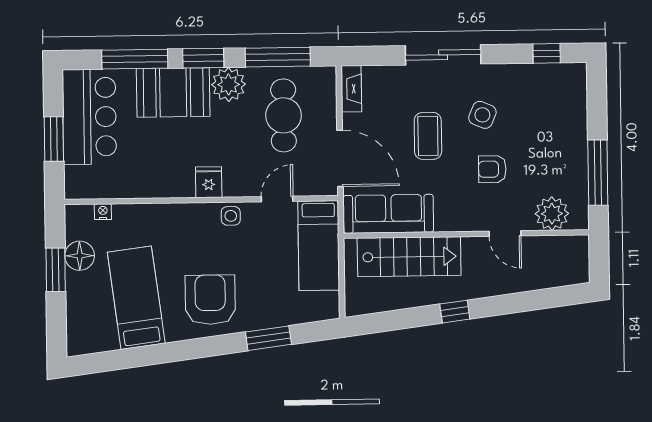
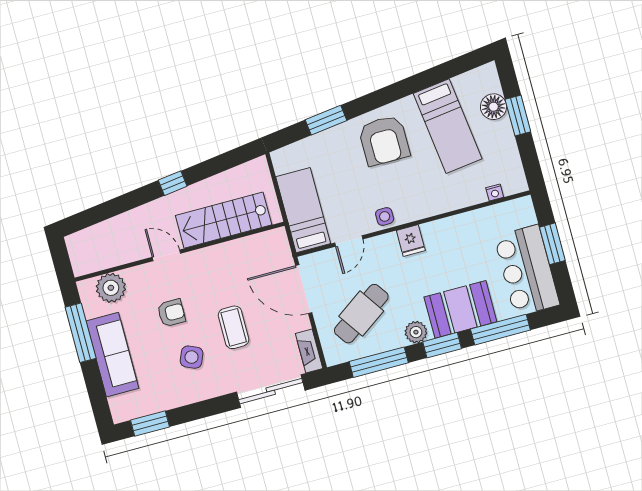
window: (547, 53) -> (150, 423), width x1.50
sliding door: (443, 55) -> (271, 391), moved
plant: (229, 84) -> (416, 332), width x0.73, depth x0.73
cafe table: (283, 115) -> (361, 314), turned 55
sofa: (388, 214) -> (112, 355), moved, turned -90
door: (505, 234) -> (166, 255), moved
floor lamp: (80, 256) -> (494, 107), moved
window: (56, 270) -> (518, 115), moved

